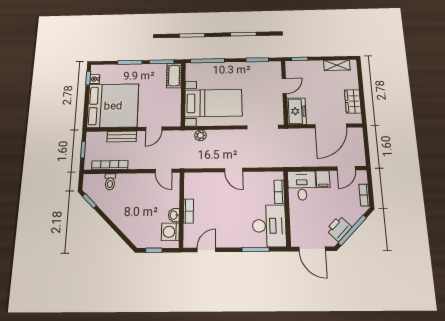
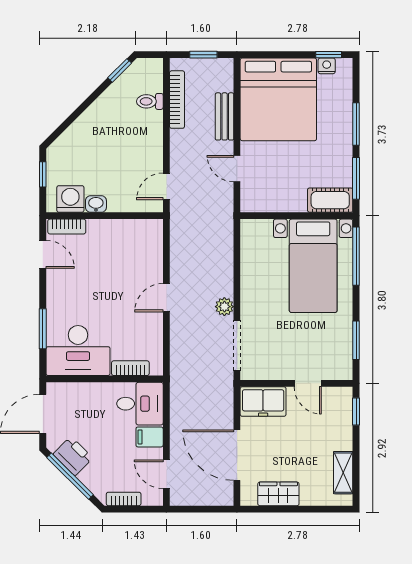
bed with nightstands: (213, 103) -> (313, 266), moved
plant: (200, 135) -> (224, 307), moved
bookcase: (188, 211) -> (67, 227), moved

